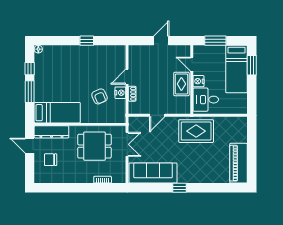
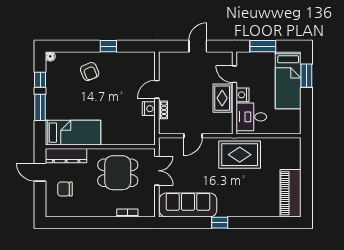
armchair: (100, 96) -> (90, 72), moved

